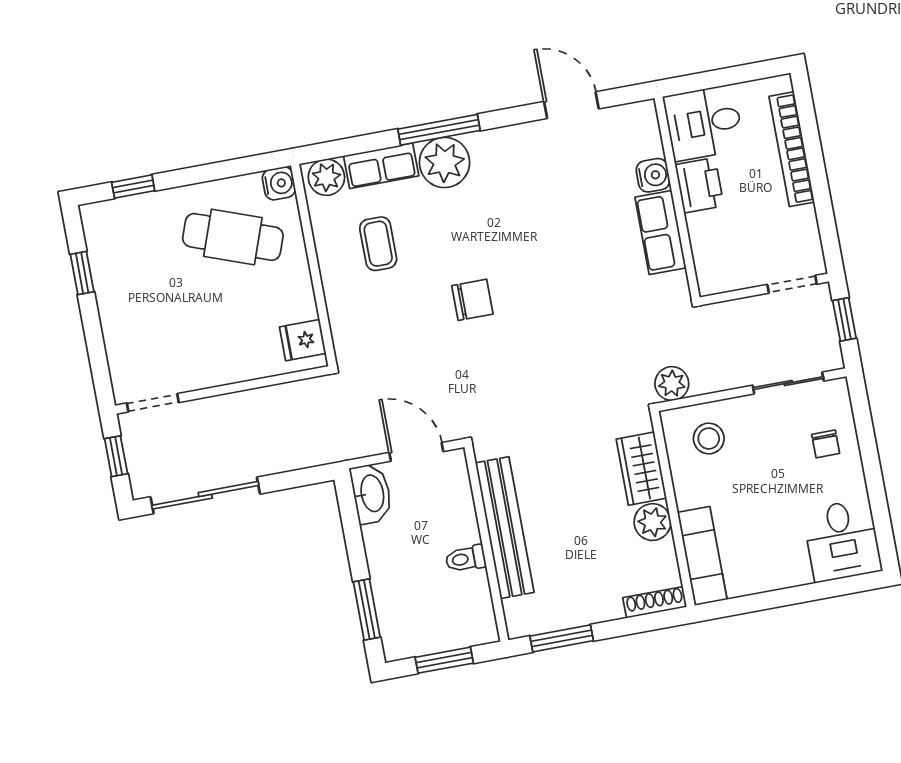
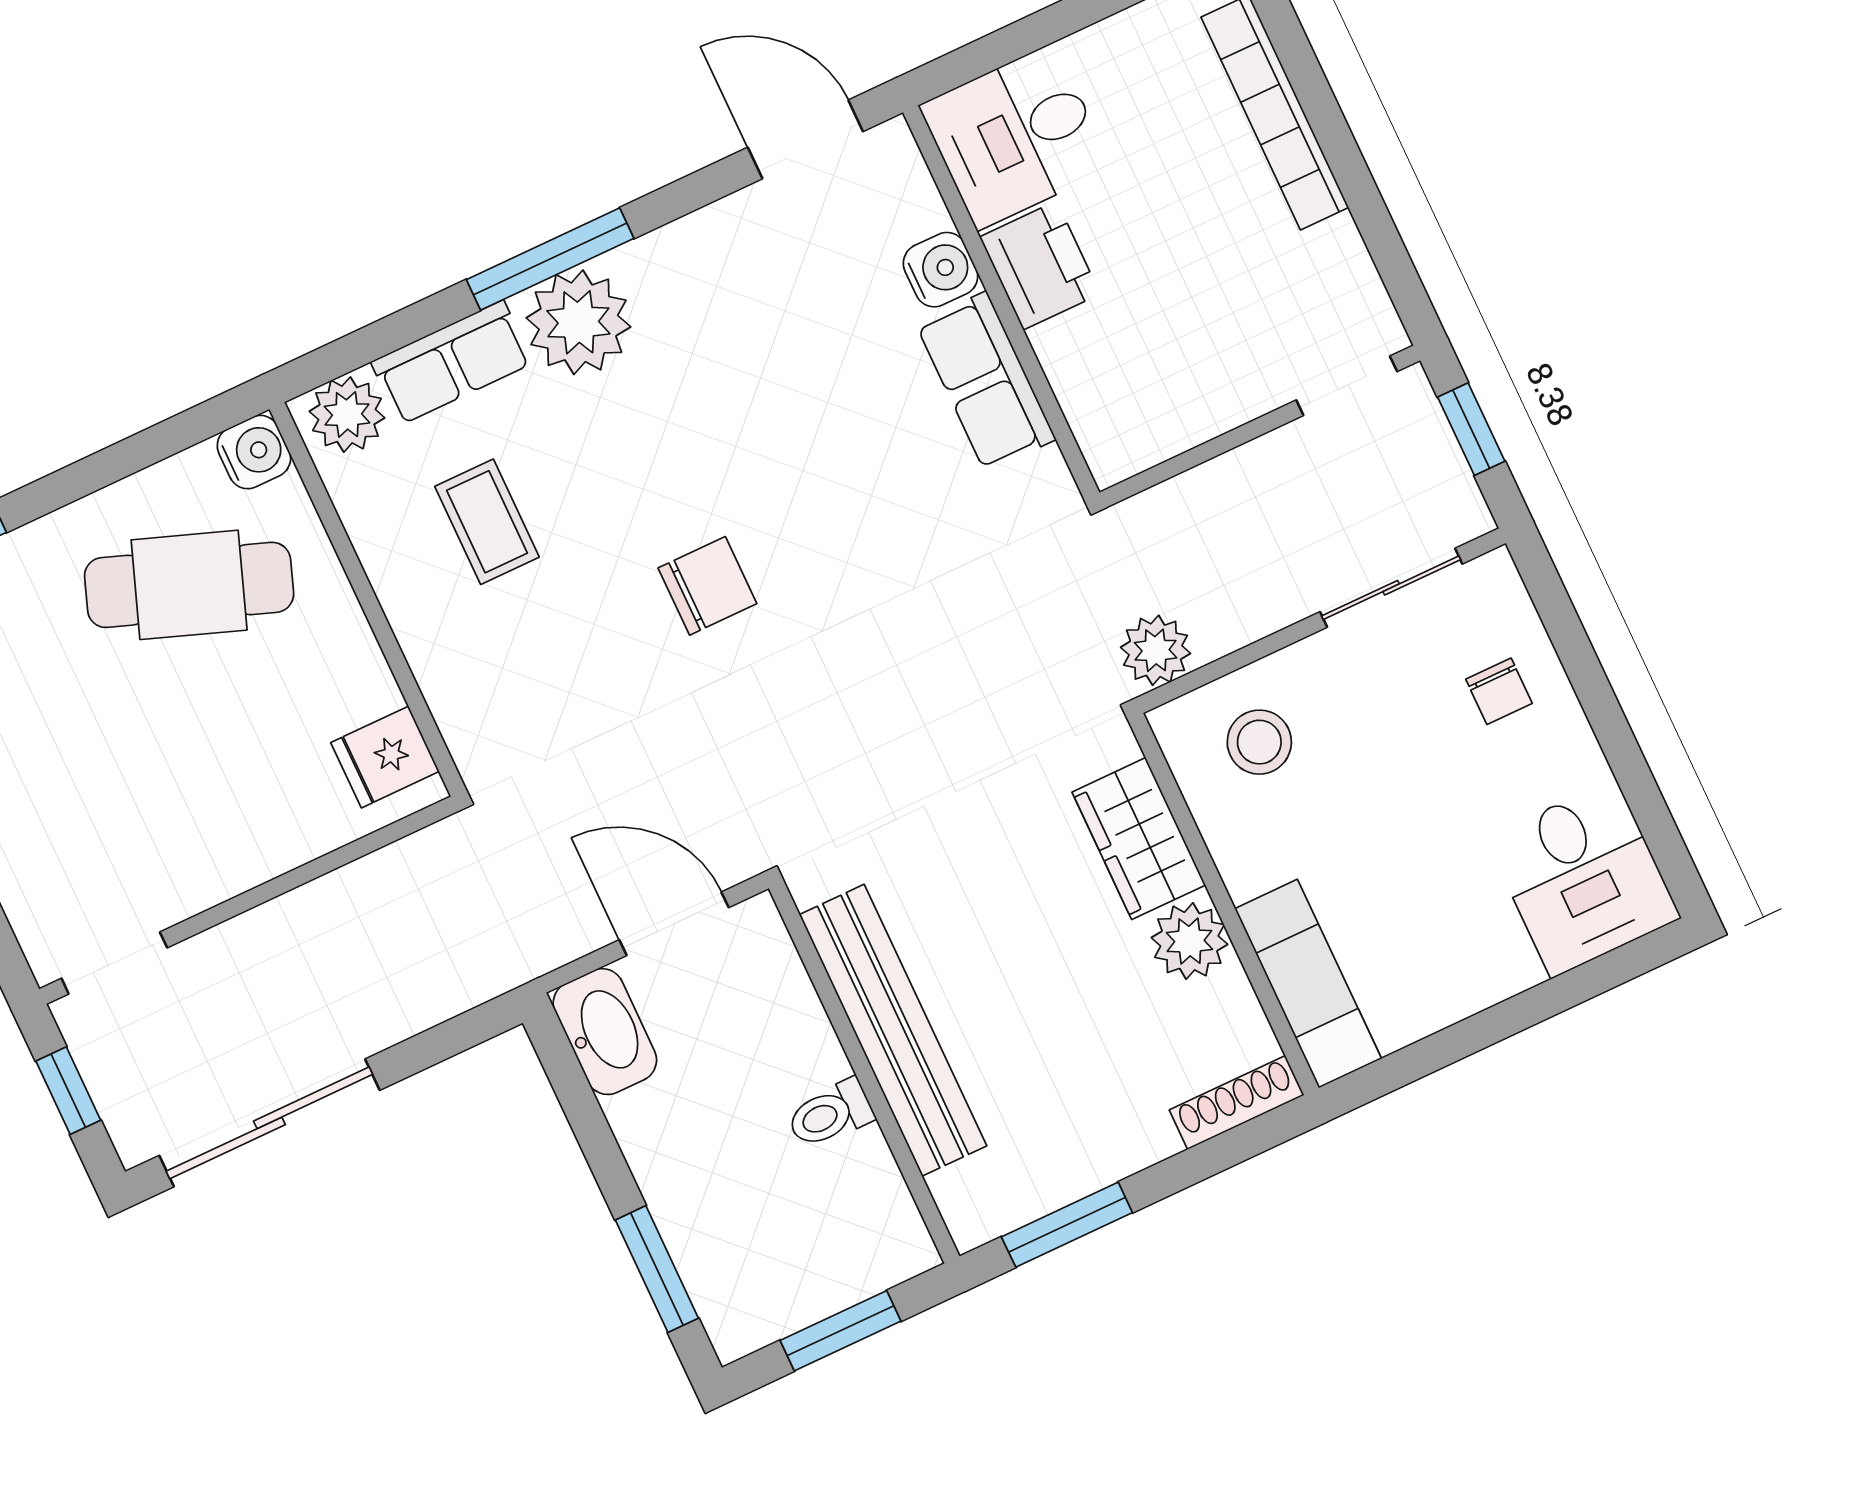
desk: (704, 123) -> (1016, 137), moved
water cooler: (653, 175) -> (941, 270), moved
printer: (699, 185) -> (1040, 265), moved
wall: (677, 198) -> (1001, 302), moved
row of seats: (660, 232) -> (986, 382), moved

